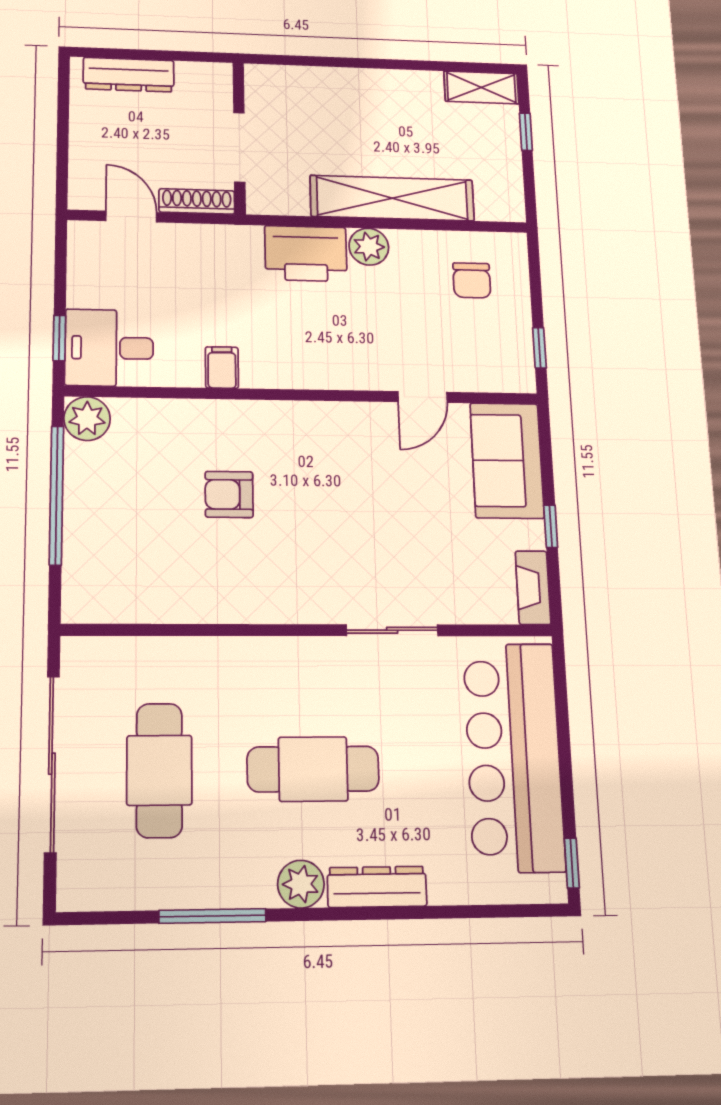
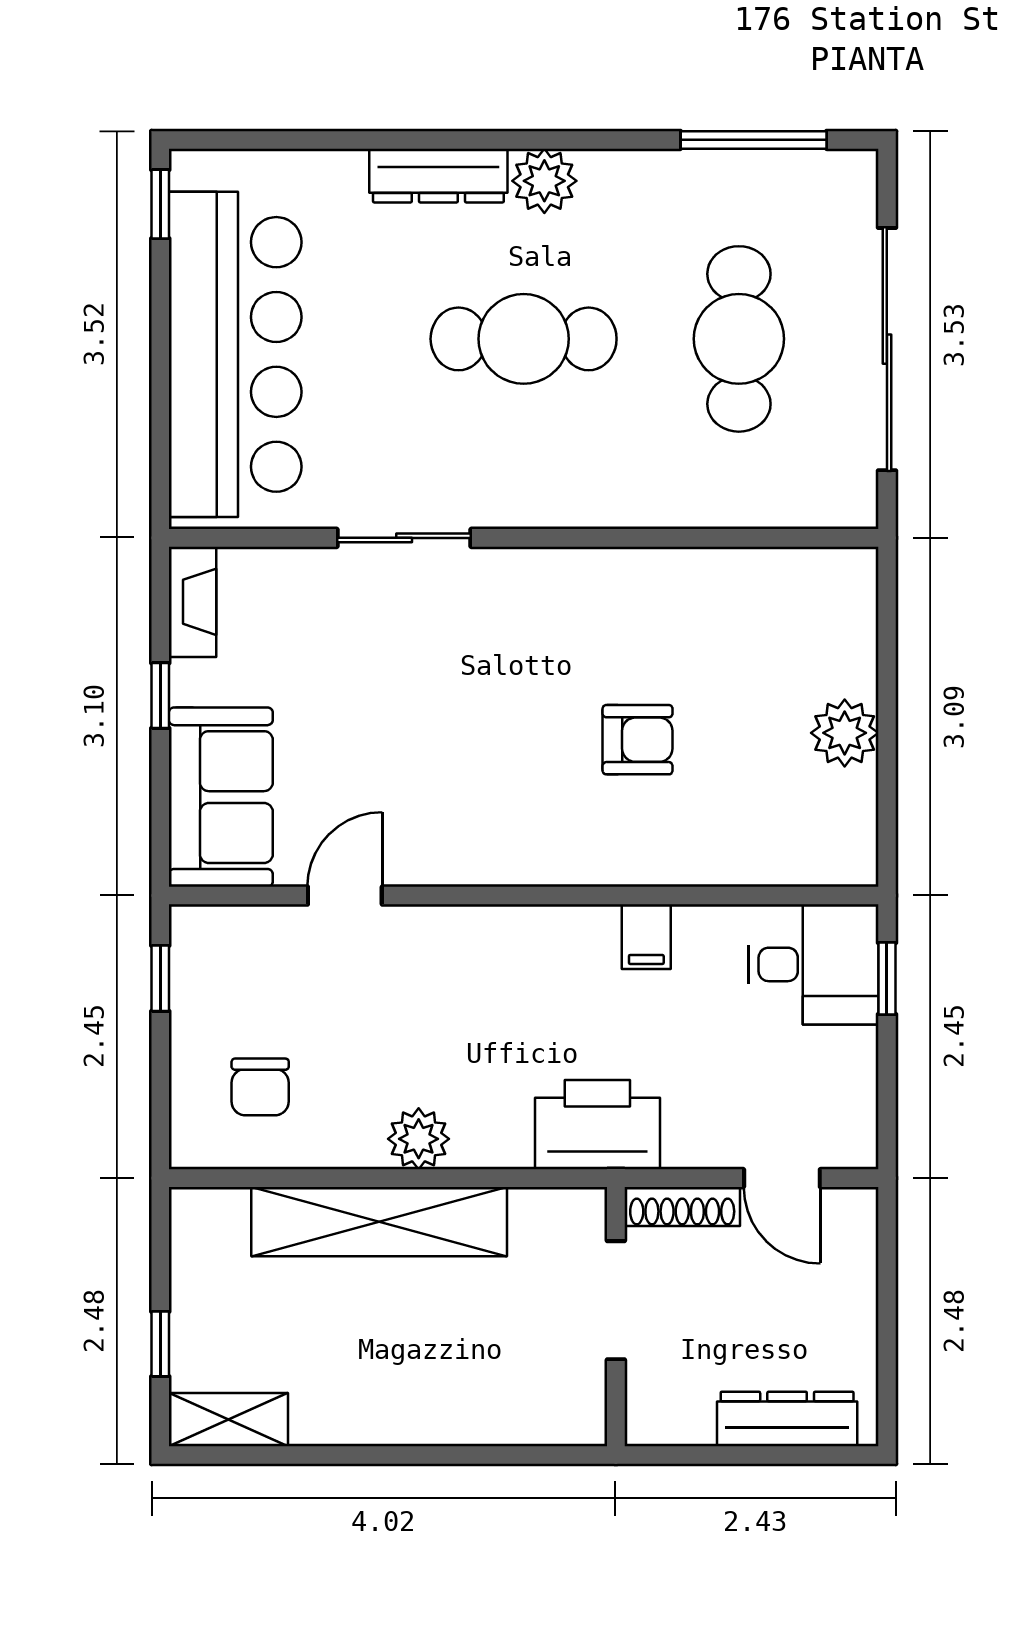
printer: (306, 254) -> (597, 1125), moved
chair: (472, 280) -> (260, 1087), turned 180
plant: (87, 419) -> (845, 733), moved
window: (57, 495) -> (887, 736), removed
window: (212, 916) -> (754, 140), moved

